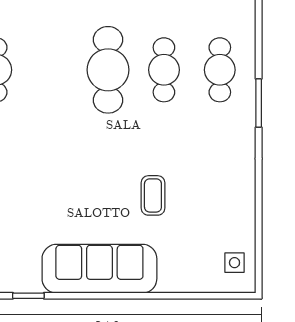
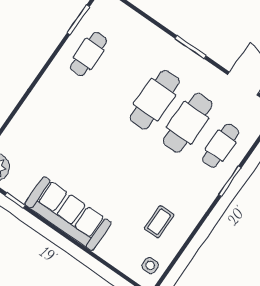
cafe table: (164, 70) -> (188, 123), width x1.37, depth x1.35
coffee table: (153, 195) -> (159, 222), moved

